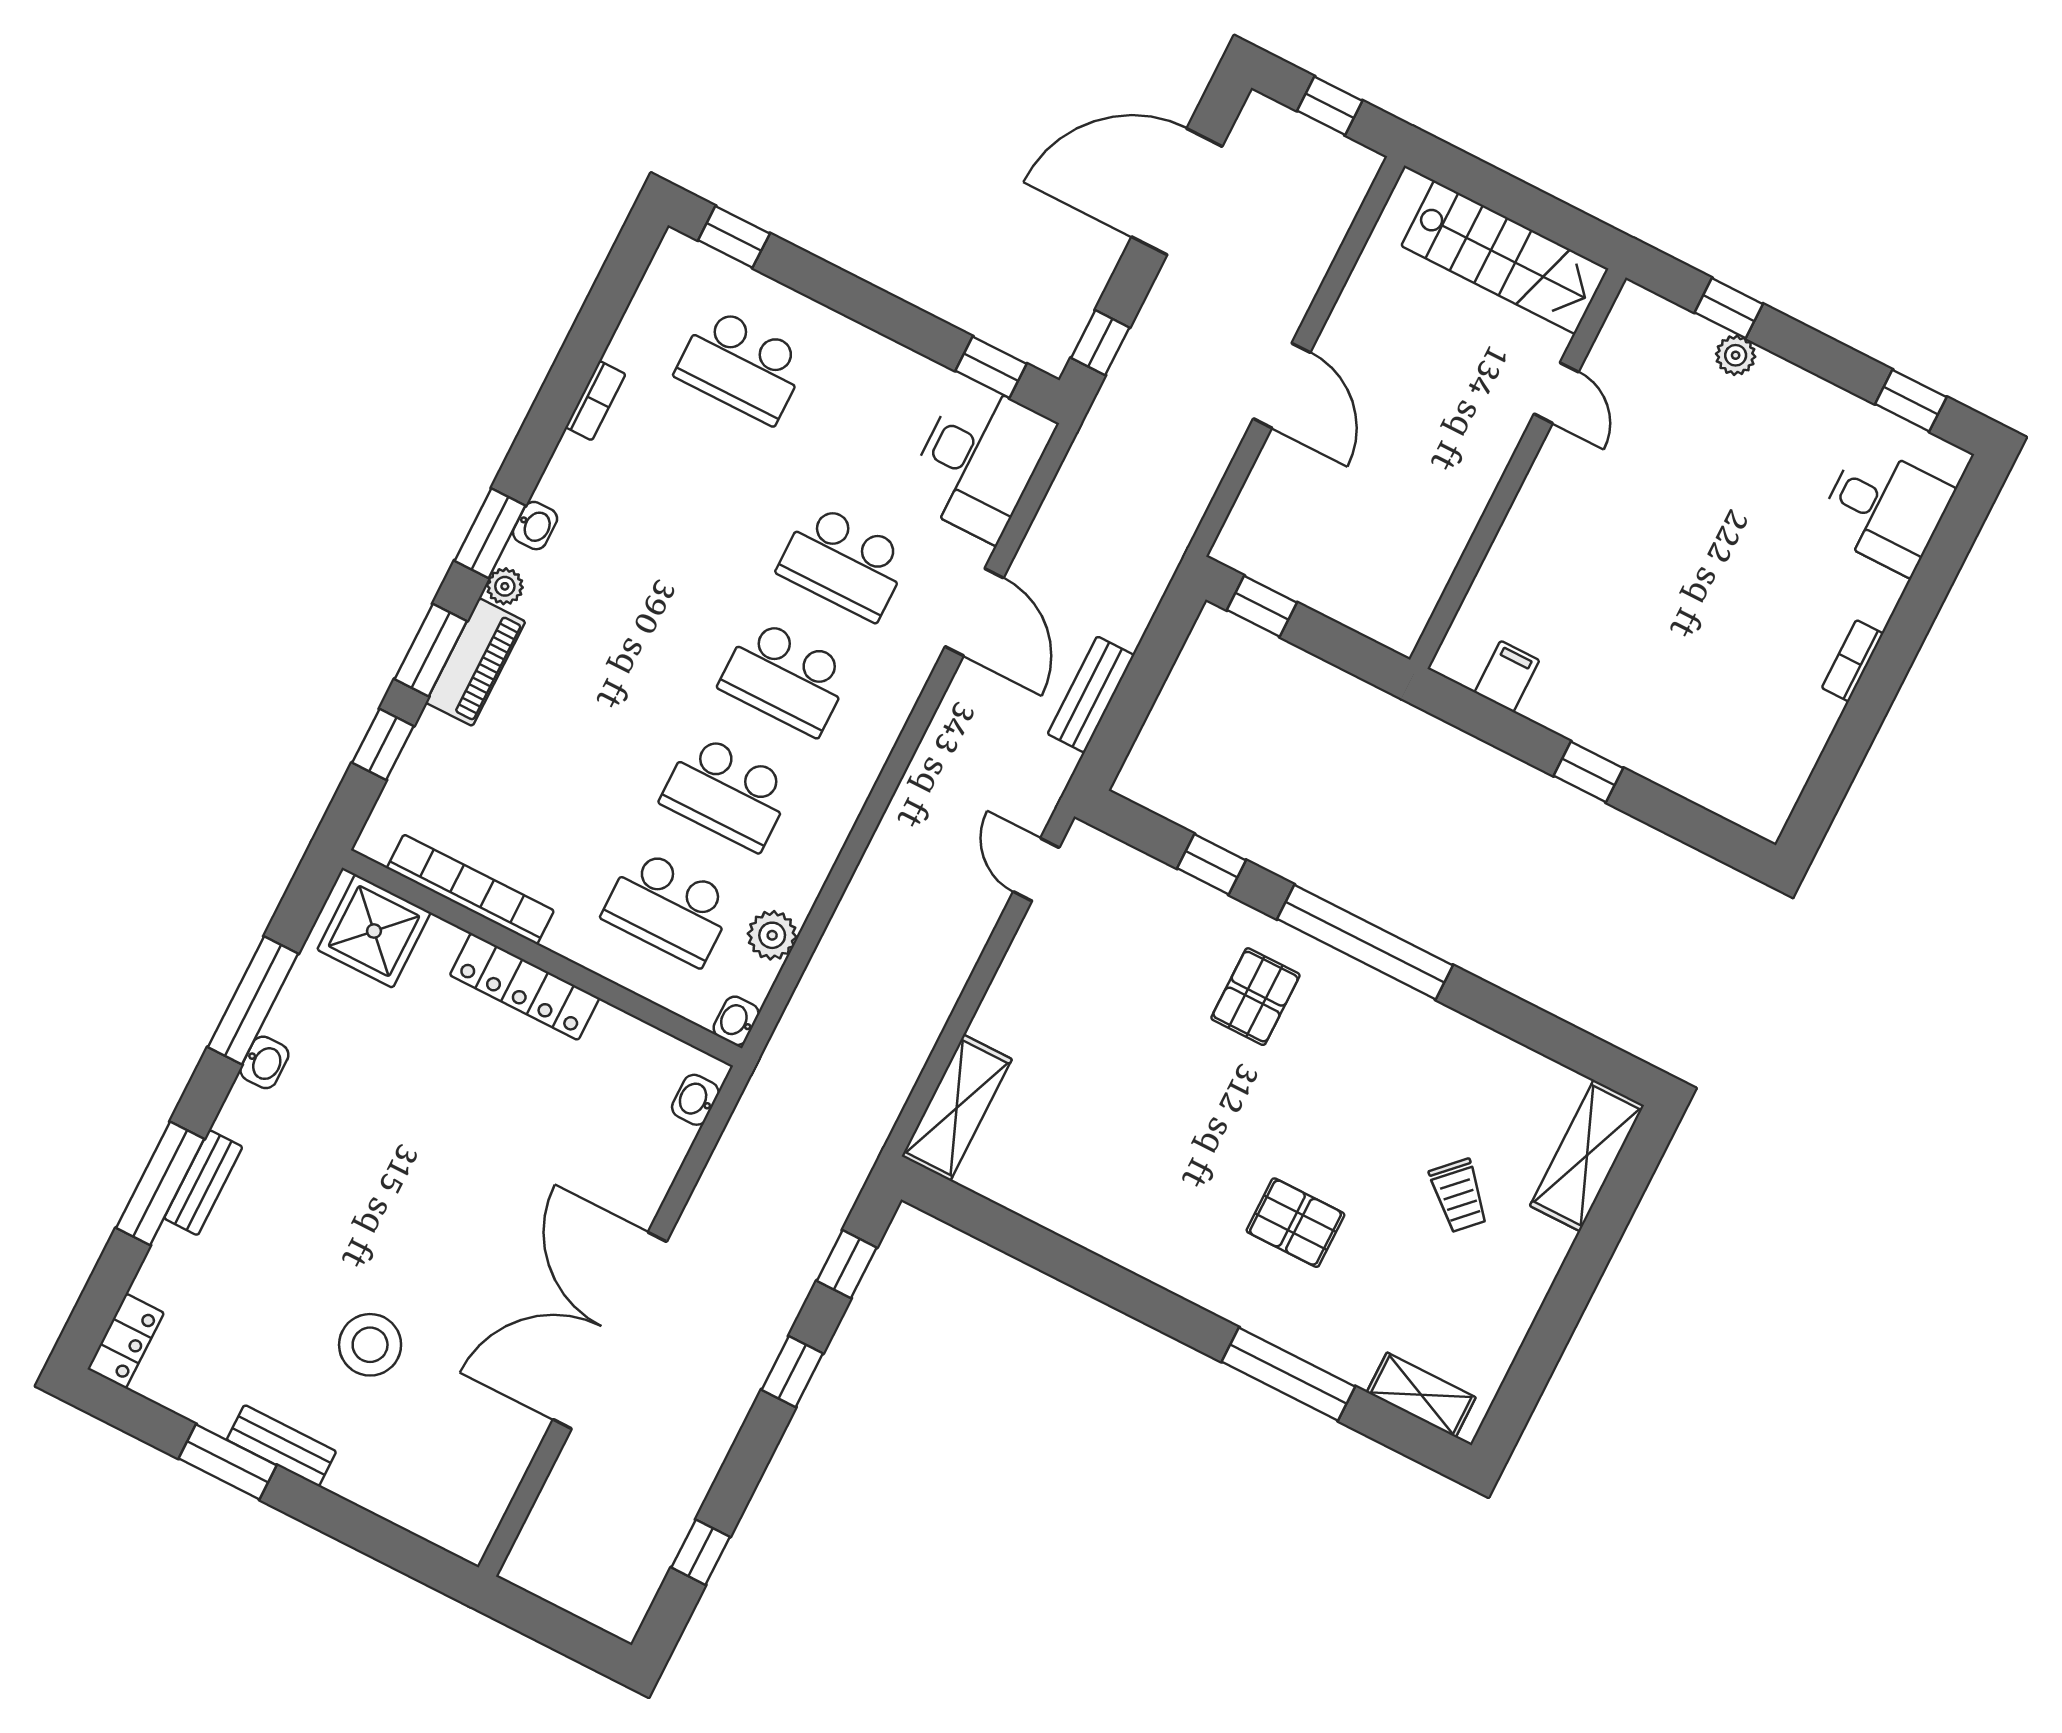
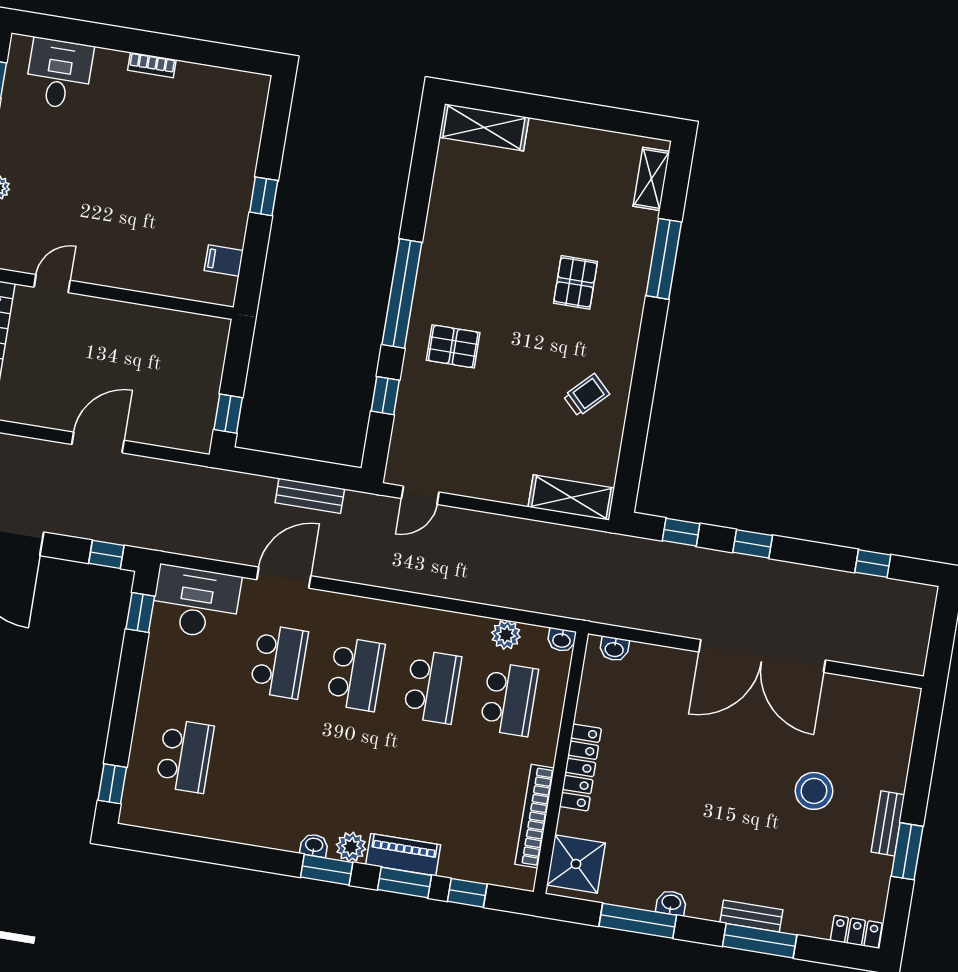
bookcase: (595, 401) -> (231, 833), removed
plant: (505, 586) -> (351, 847), width x1.38, depth x1.38
trolley: (1459, 1195) -> (586, 395), moved

